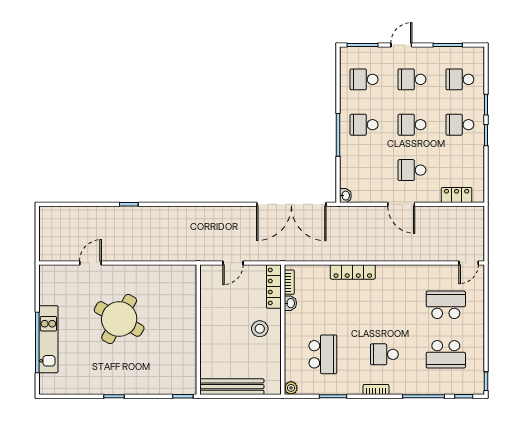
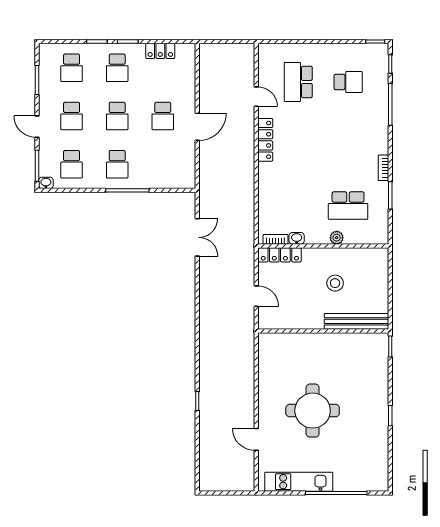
locker: (457, 195) -> (160, 51), moved, turned -90
washbasin: (345, 196) -> (46, 183), moved
double door: (291, 204) -> (197, 237), width x0.54
door: (469, 263) -> (256, 97), moved
locker: (353, 272) -> (265, 140), moved
round table: (119, 319) -> (313, 411), turned -30
stool: (260, 329) -> (335, 283), moved
kitchen unit: (48, 339) -> (299, 482), moved
school desk: (323, 354) -> (348, 206), turned 180
school desk: (384, 354) -> (348, 144), removed
school desk: (446, 354) -> (348, 82), width x0.54
bench: (232, 387) -> (356, 321), moved, turned 90
plant: (291, 388) -> (337, 238), moved
bookcase: (376, 389) -> (383, 168), moved

